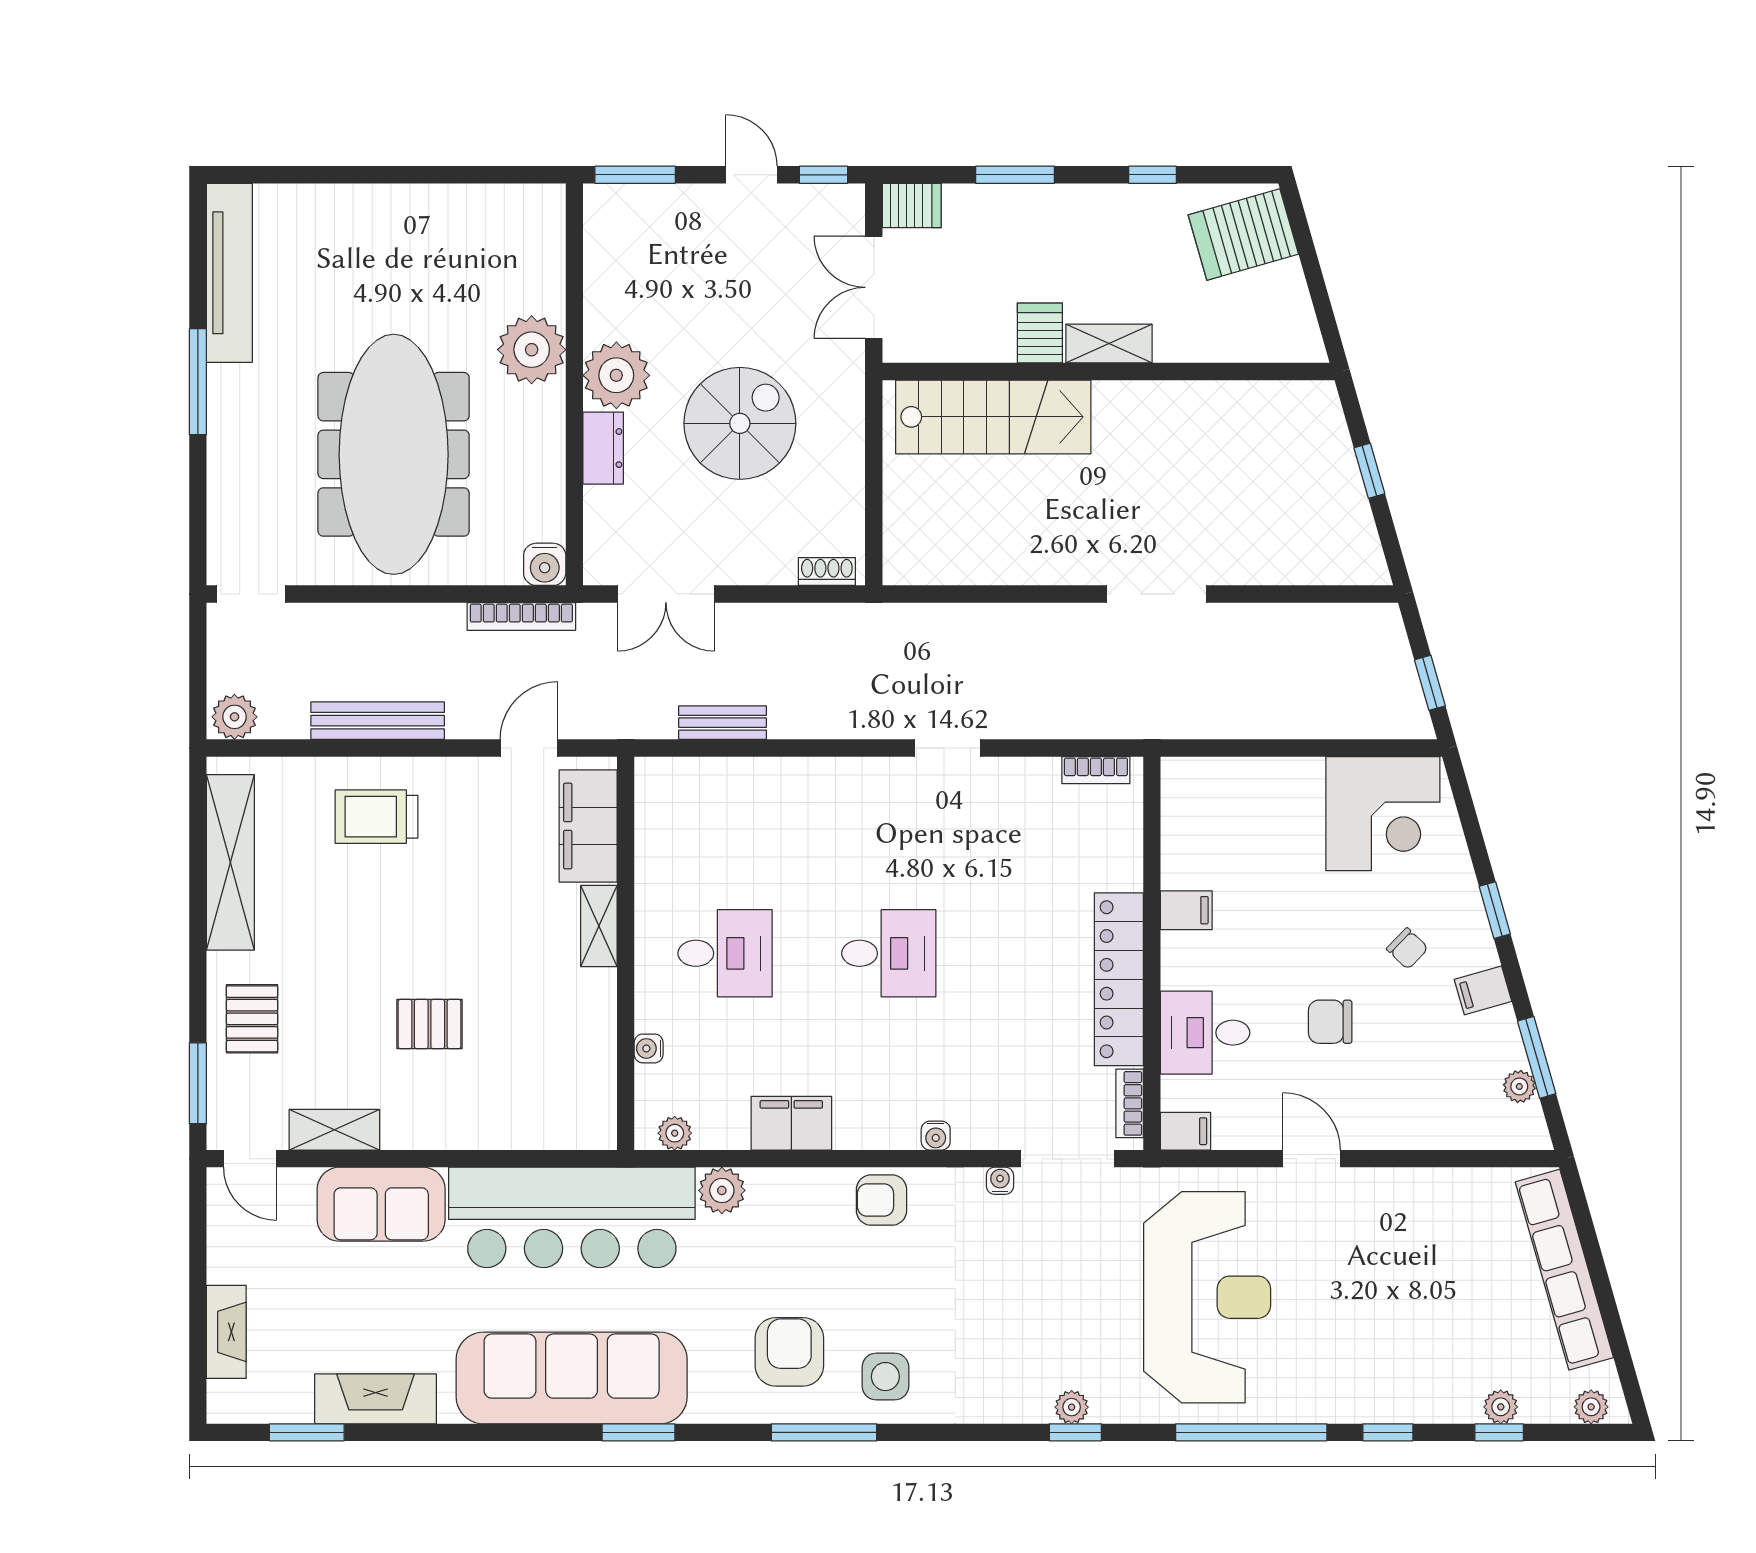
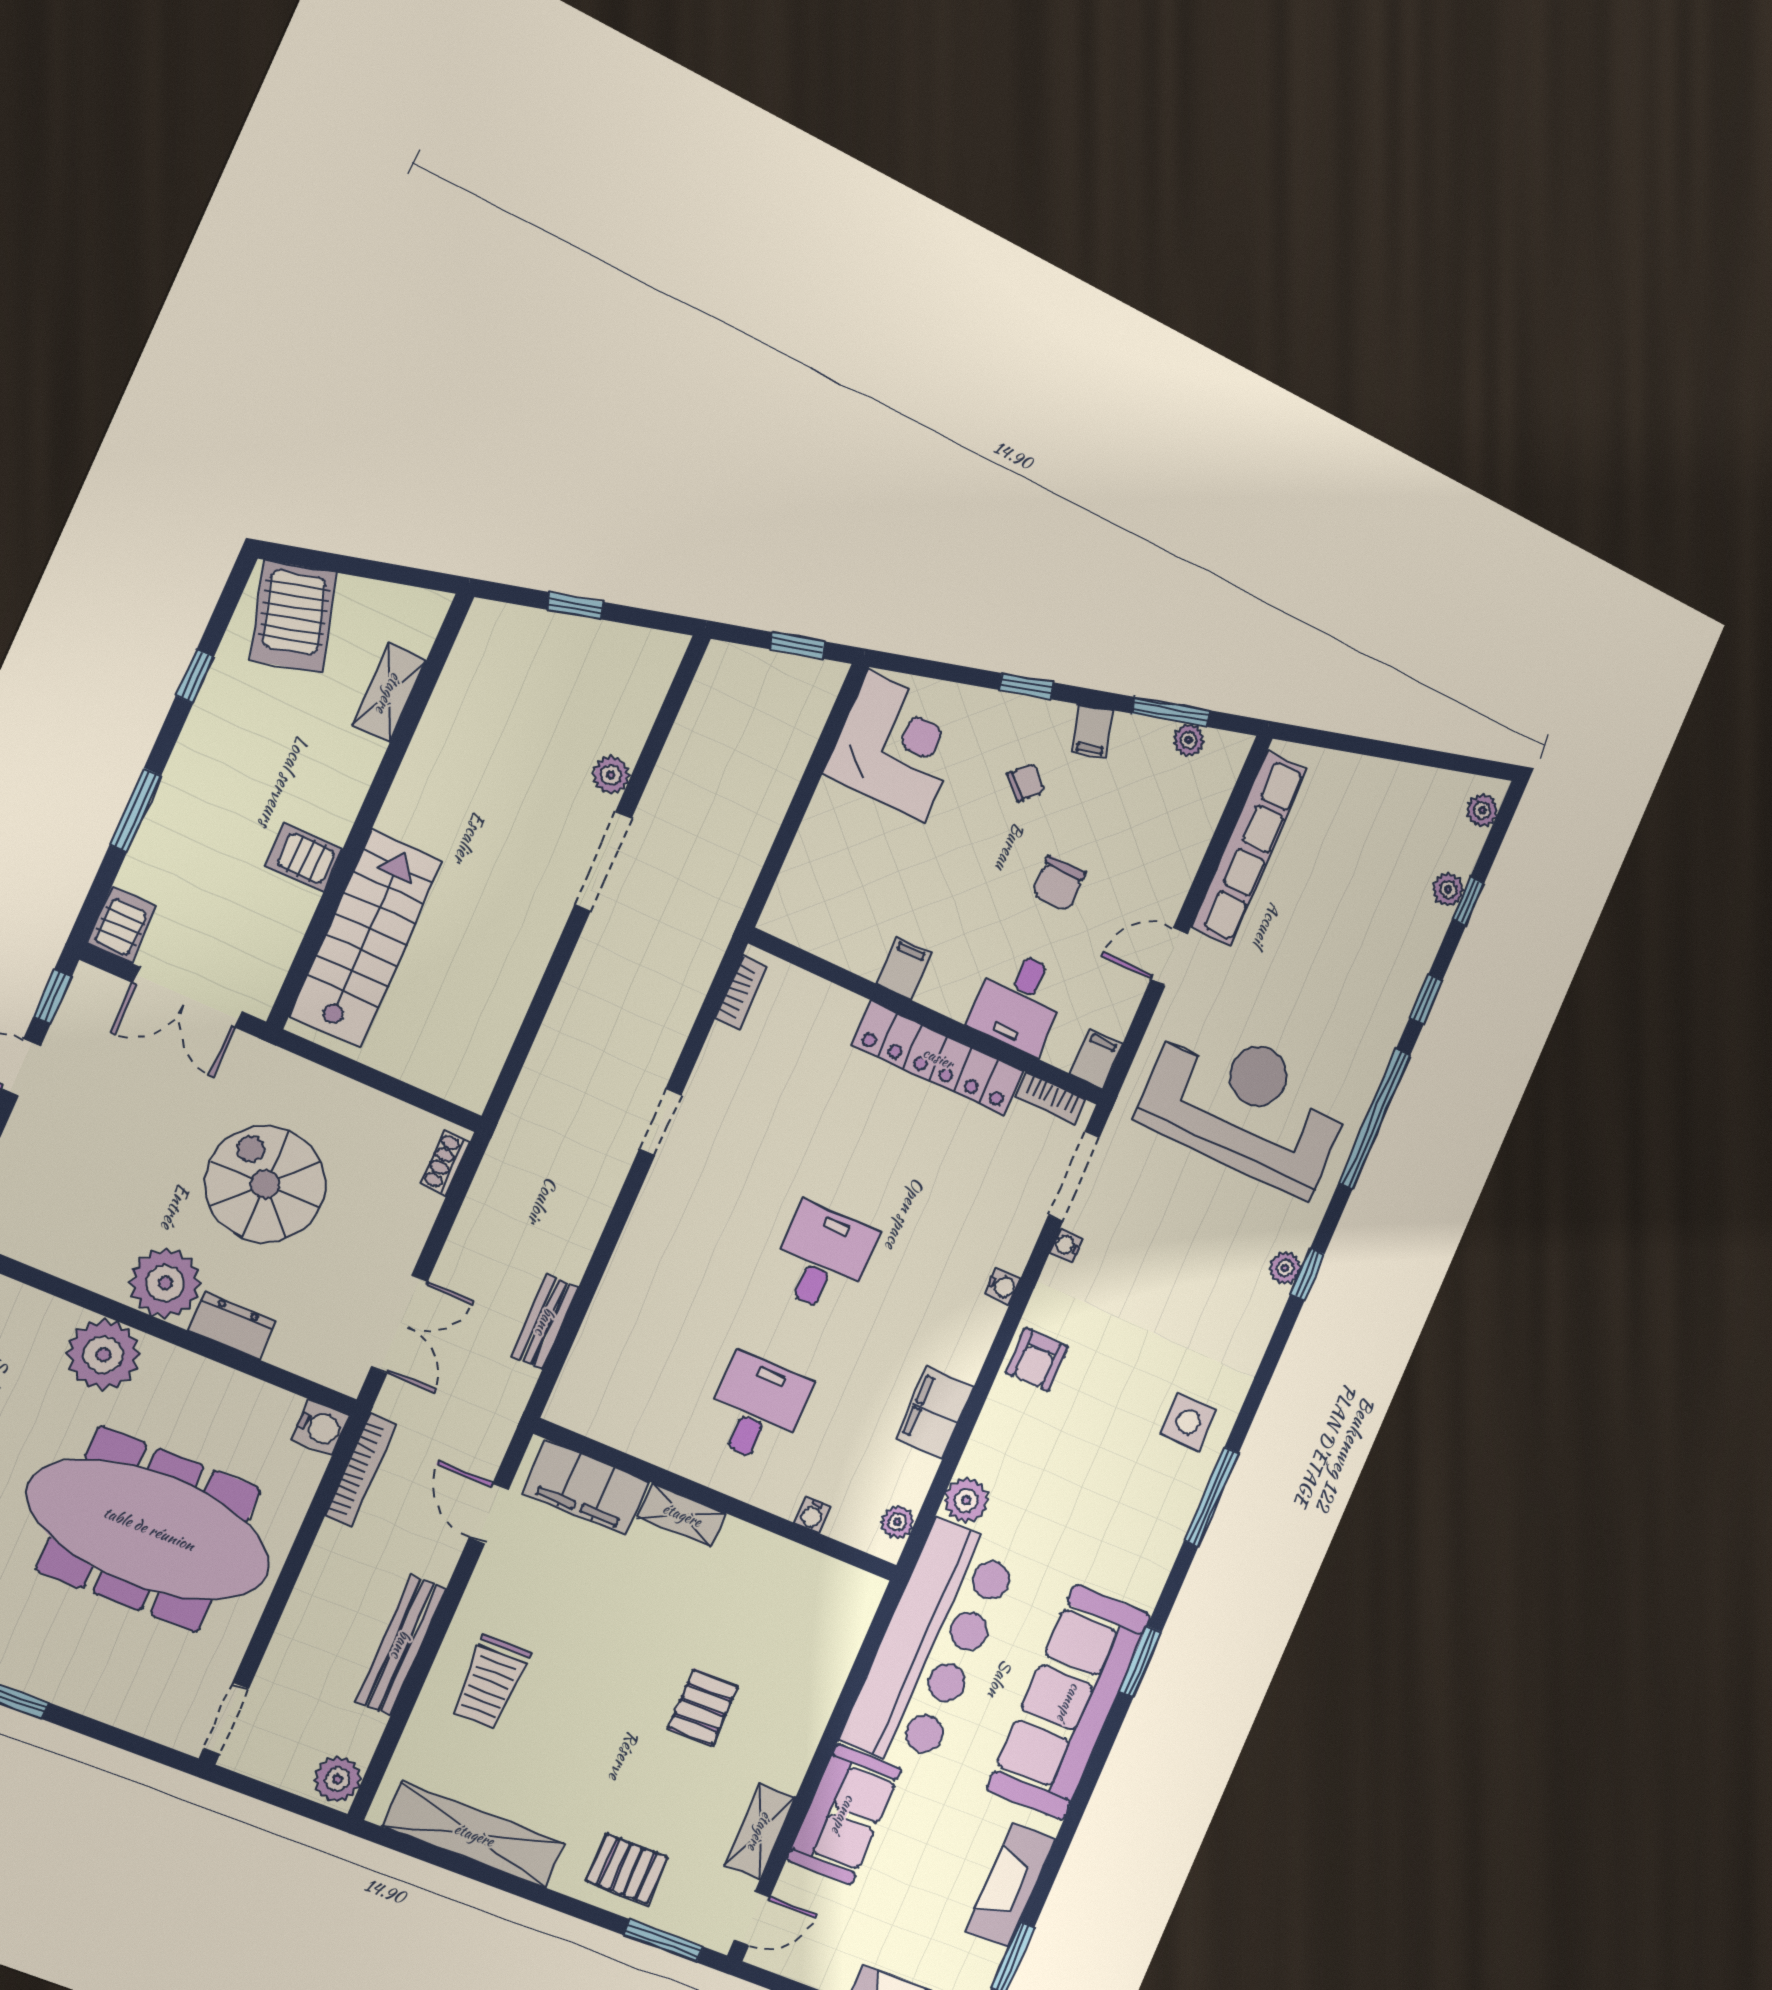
shelving: (1109, 344) -> (389, 693), moved
plant: (1236, 567) -> (611, 775), added
row of seats: (1564, 1270) -> (1249, 848), moved, turned -74
armchair: (789, 1352) -> (1131, 1498), removed

